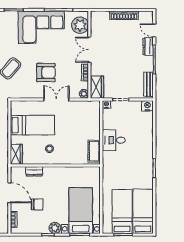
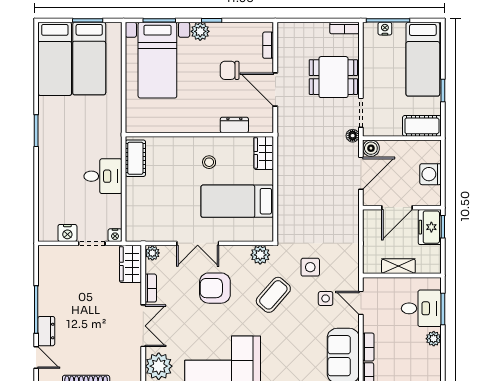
bench: (148, 84) -> (46, 269), removed
plant: (19, 93) -> (260, 255), added
nightstand: (147, 106) -> (67, 233), moved

